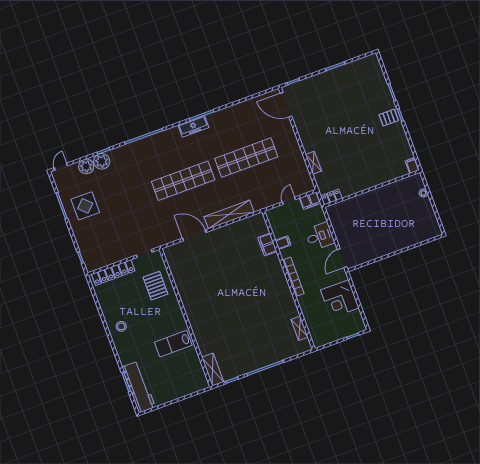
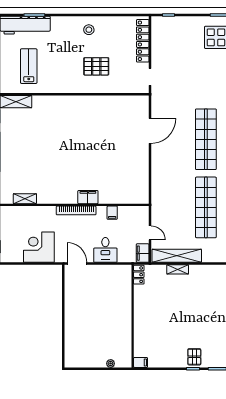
shelving: (229, 214) -> (177, 256), moved, turned 90
filing cabinet: (267, 244) -> (88, 197), moved
pallet: (155, 286) -> (96, 66), moved
lab bench: (173, 344) -> (29, 66), moved

